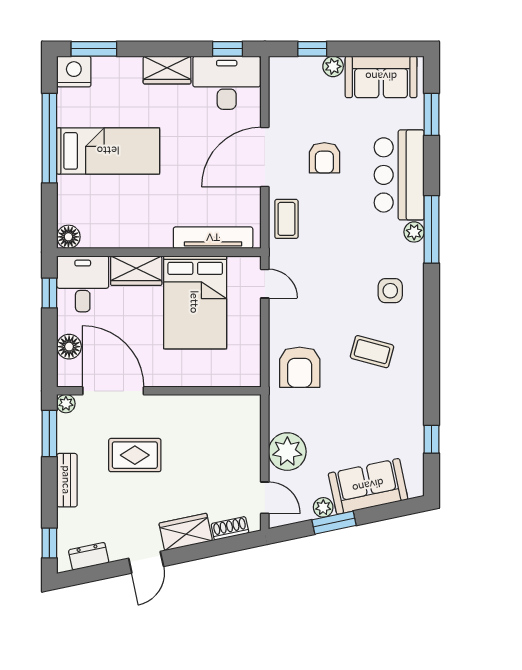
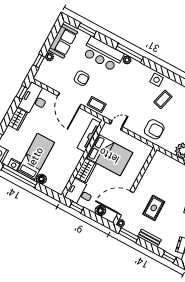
nightstand: (68, 114) -> (14, 165), added
floor lamp: (68, 237) -> (41, 179), moved
side table: (390, 291) -> (157, 80), moved

